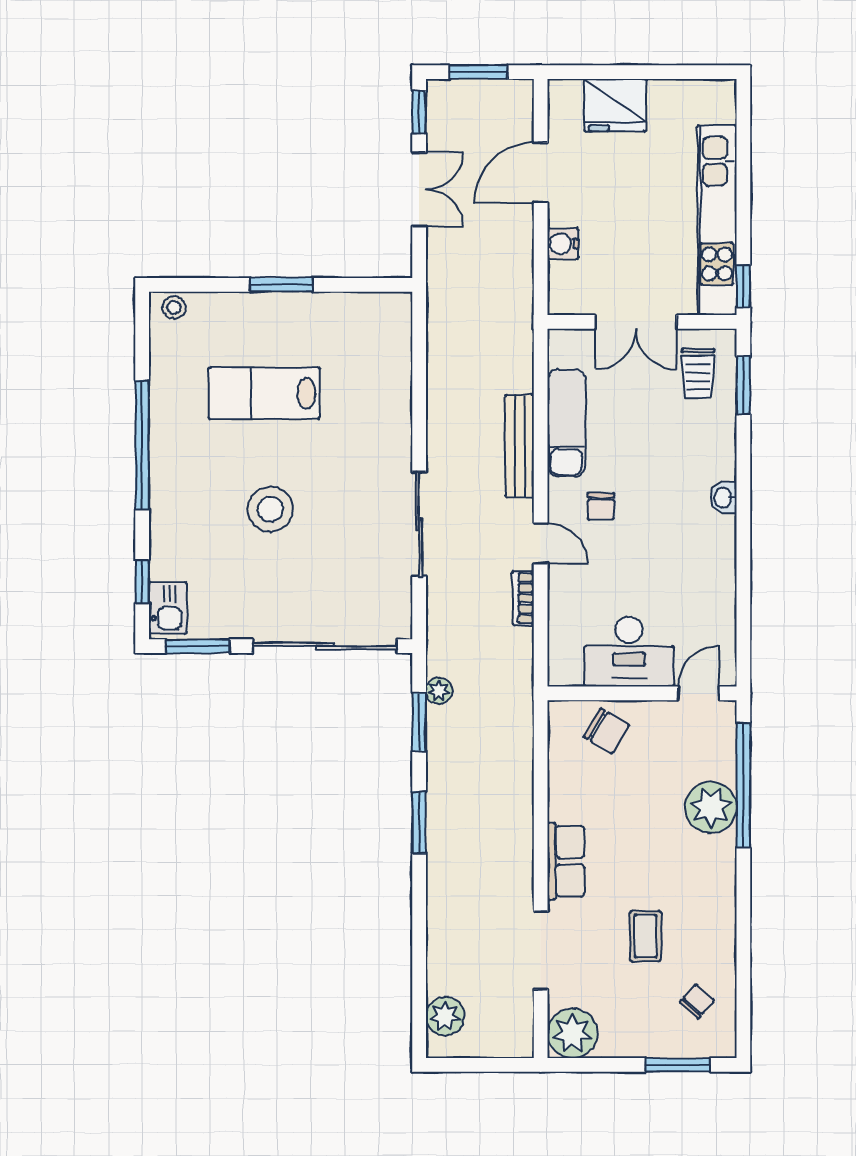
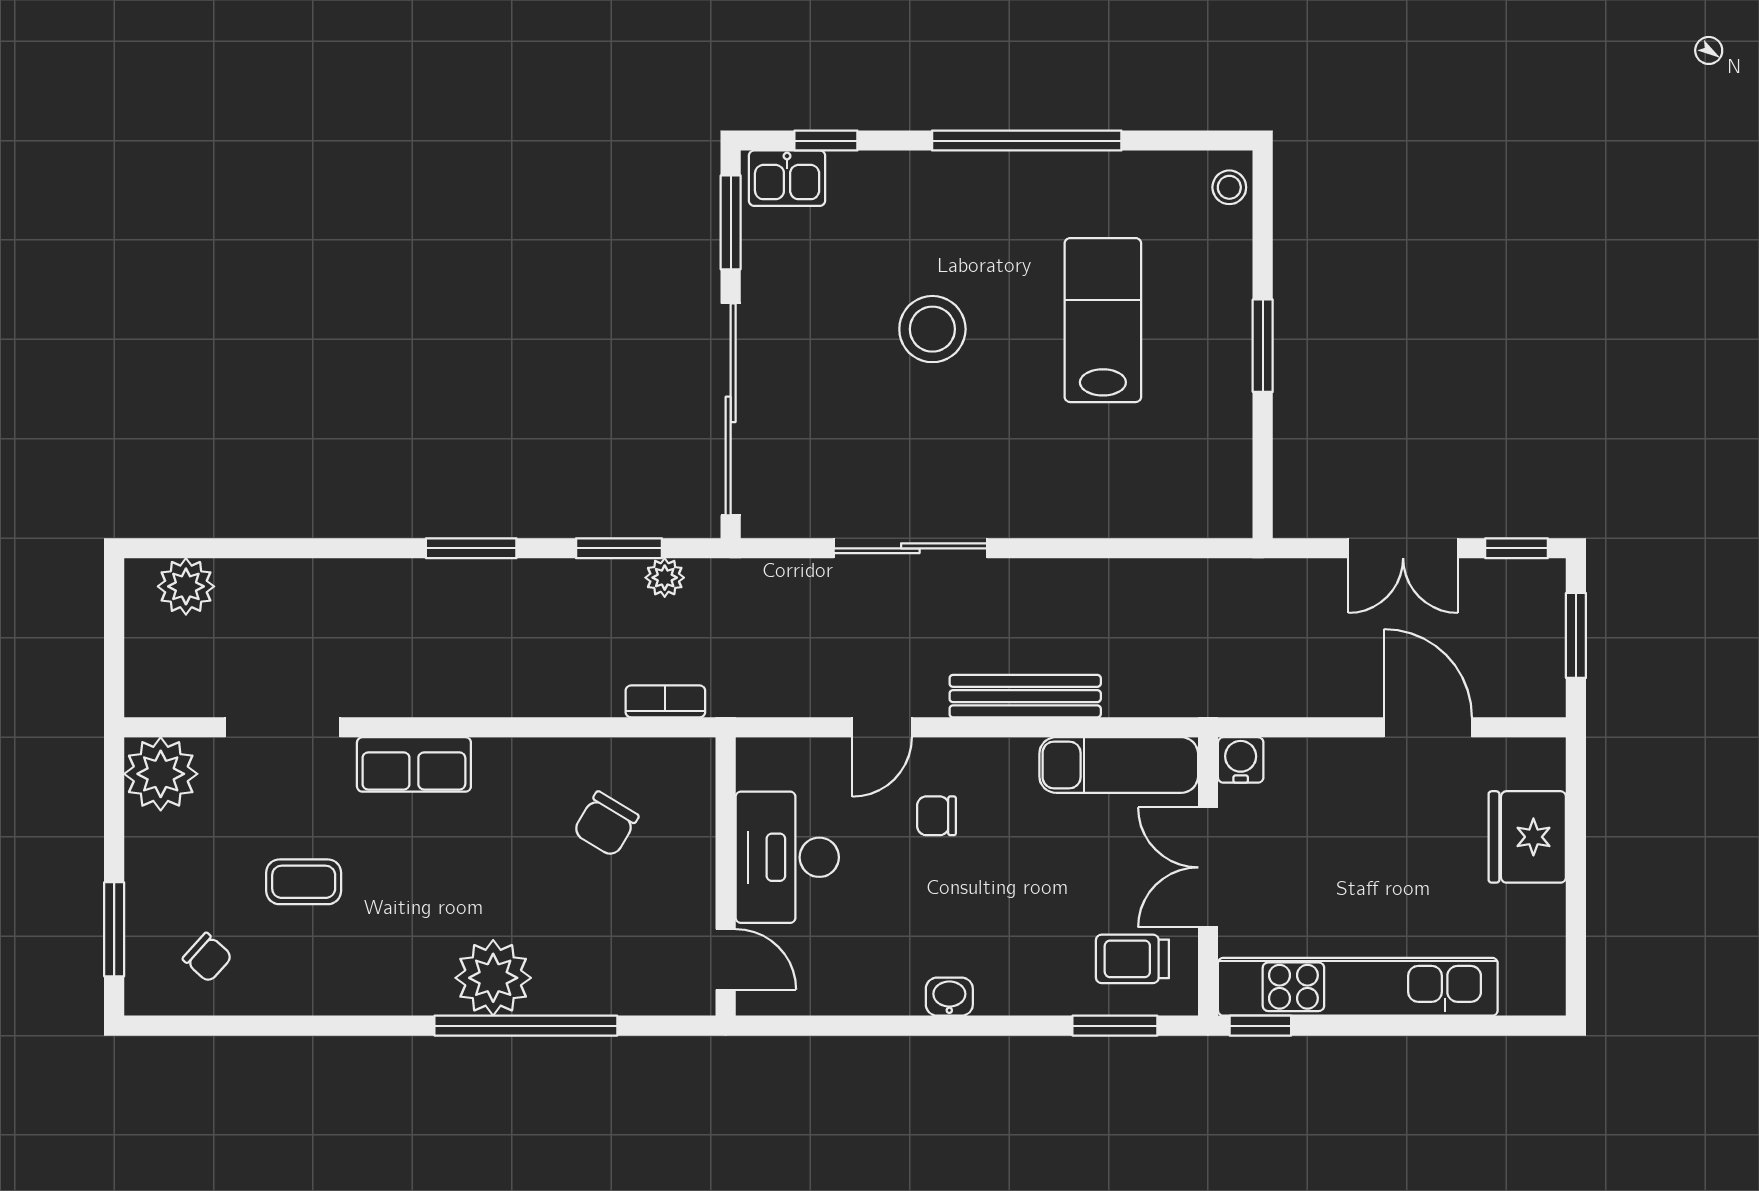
water cooler: (563, 244) -> (1241, 760), moved
exam couch: (566, 423) -> (1119, 765), moved
bookcase: (523, 598) -> (665, 701), moved
desk: (629, 652) -> (787, 857), moved
wall: (642, 693) -> (726, 876), moved
door: (698, 693) -> (726, 959), moved

